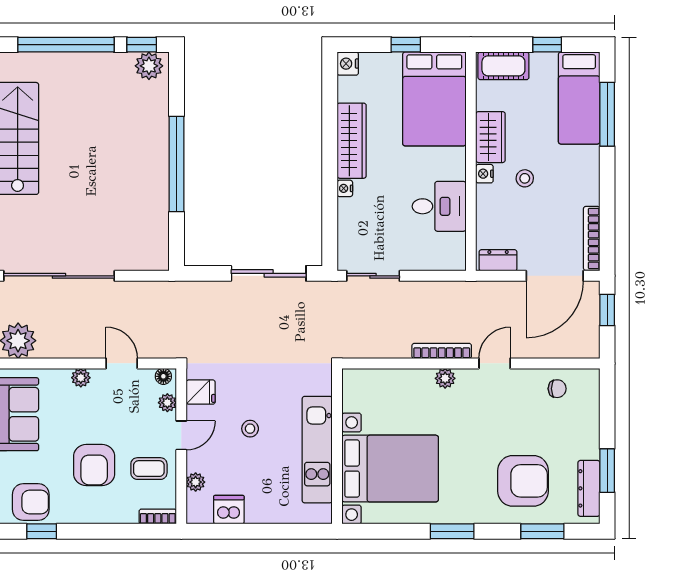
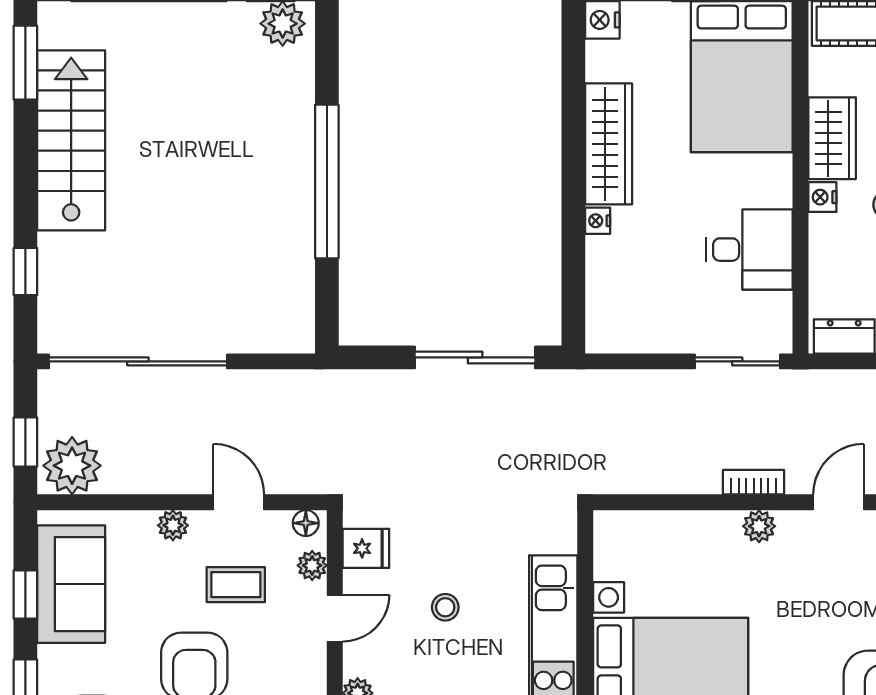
sliding door: (373, 276) -> (737, 361), moved
bookcase: (442, 351) -> (754, 482), width x0.64
coffee table: (149, 469) -> (236, 585), moved

